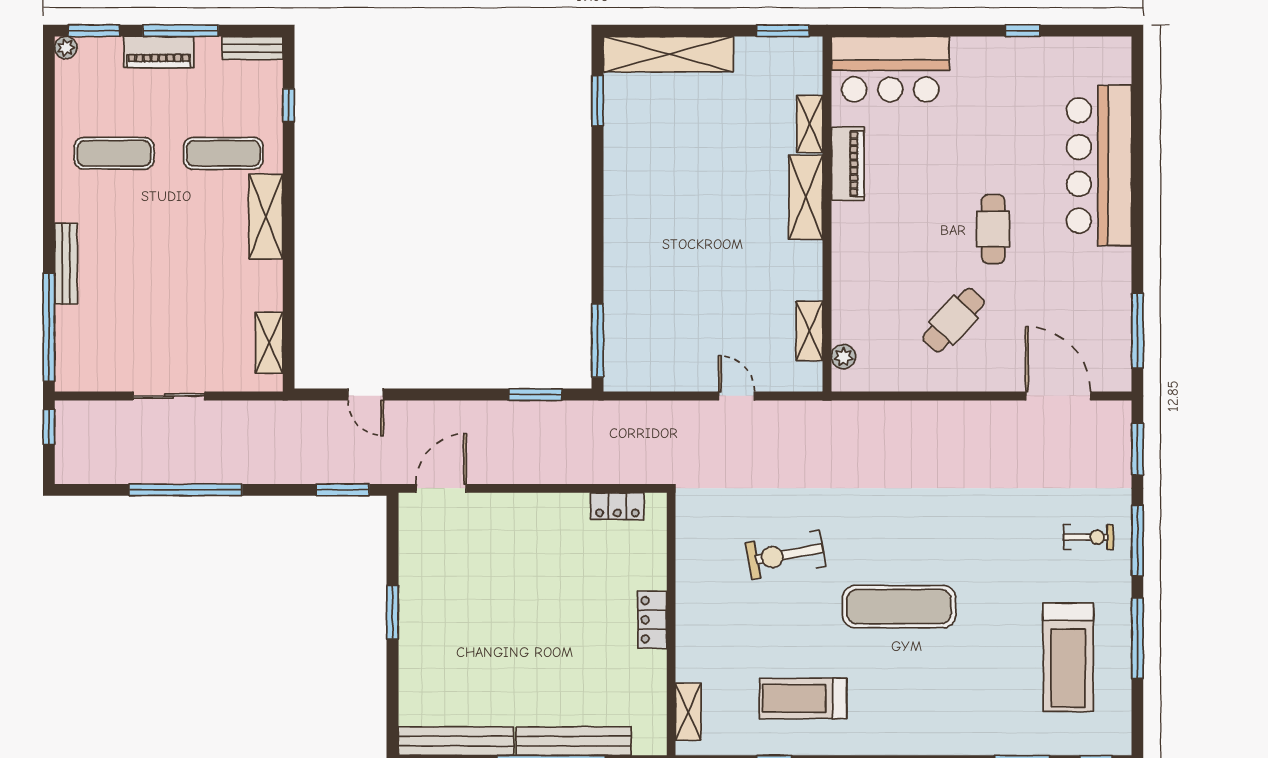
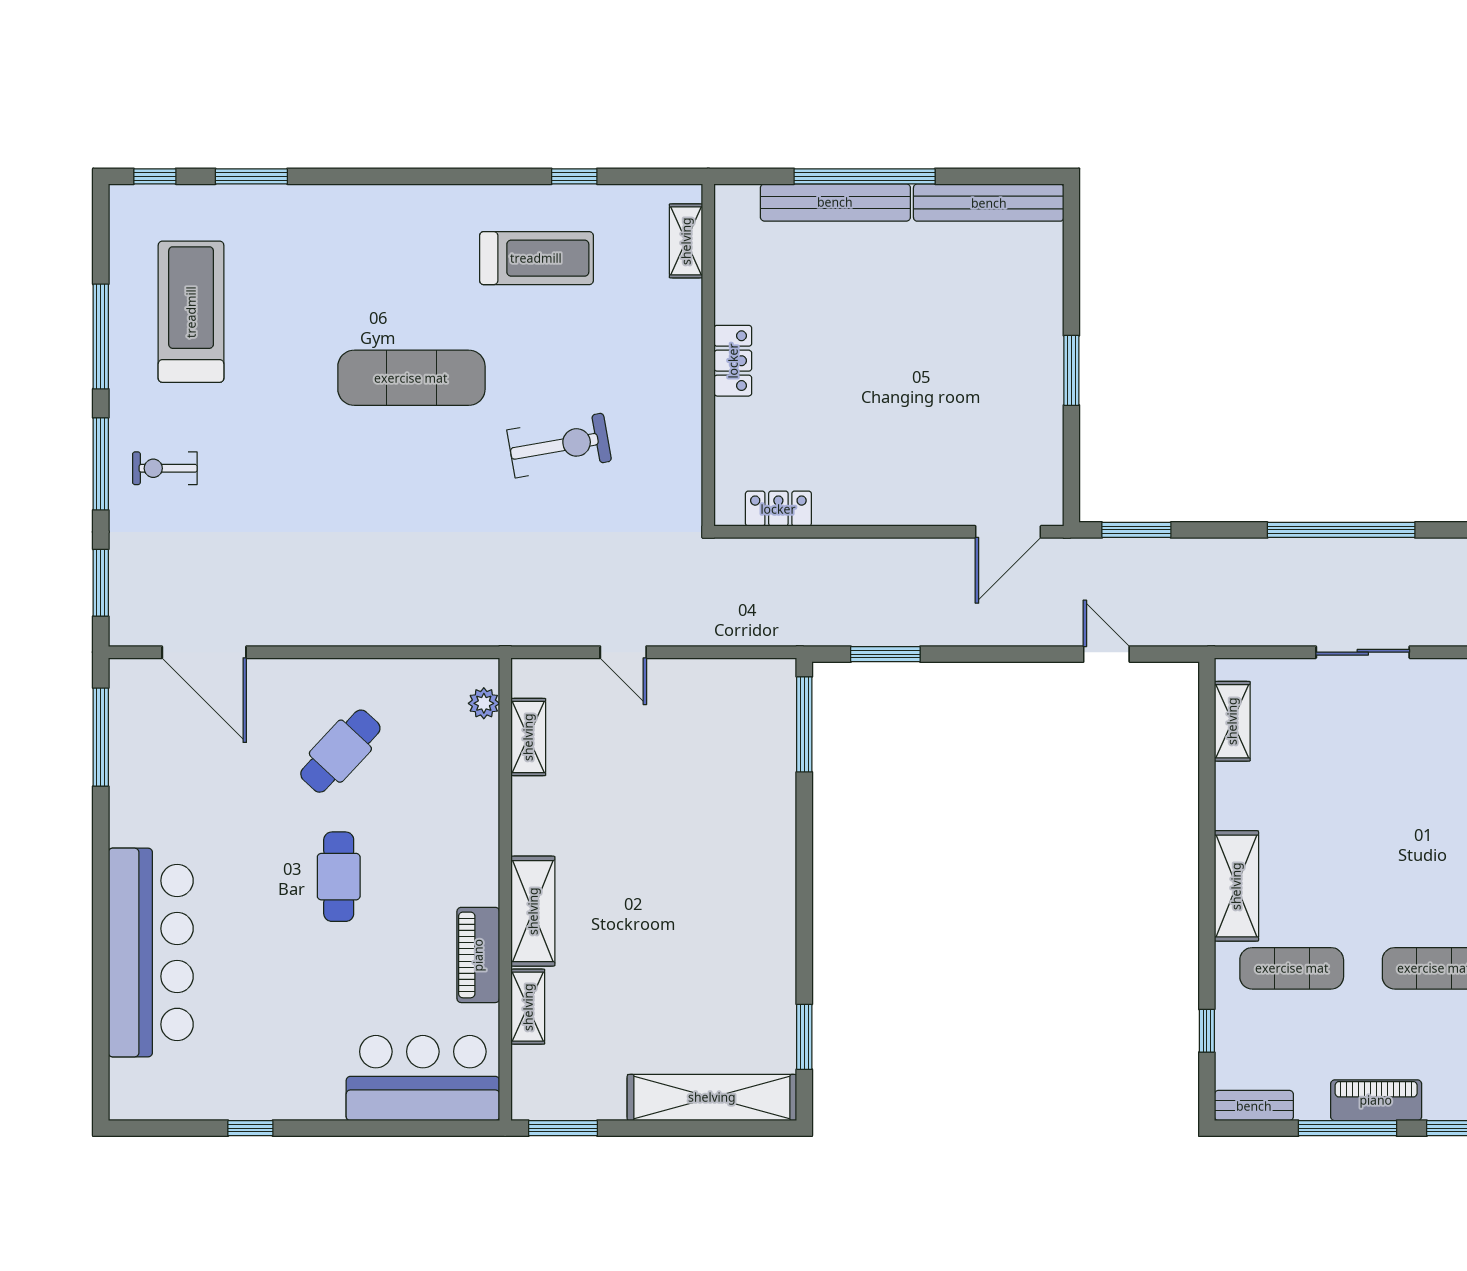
cafe table: (993, 229) -> (339, 877), moved

